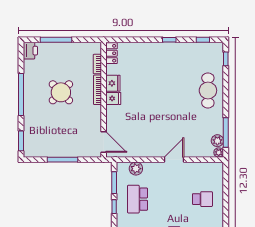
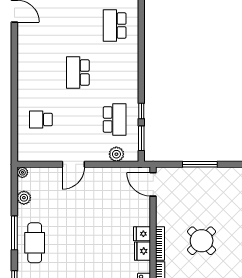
window: (226, 133) -> (14, 233), moved
plant: (217, 141) -> (24, 198), moved

